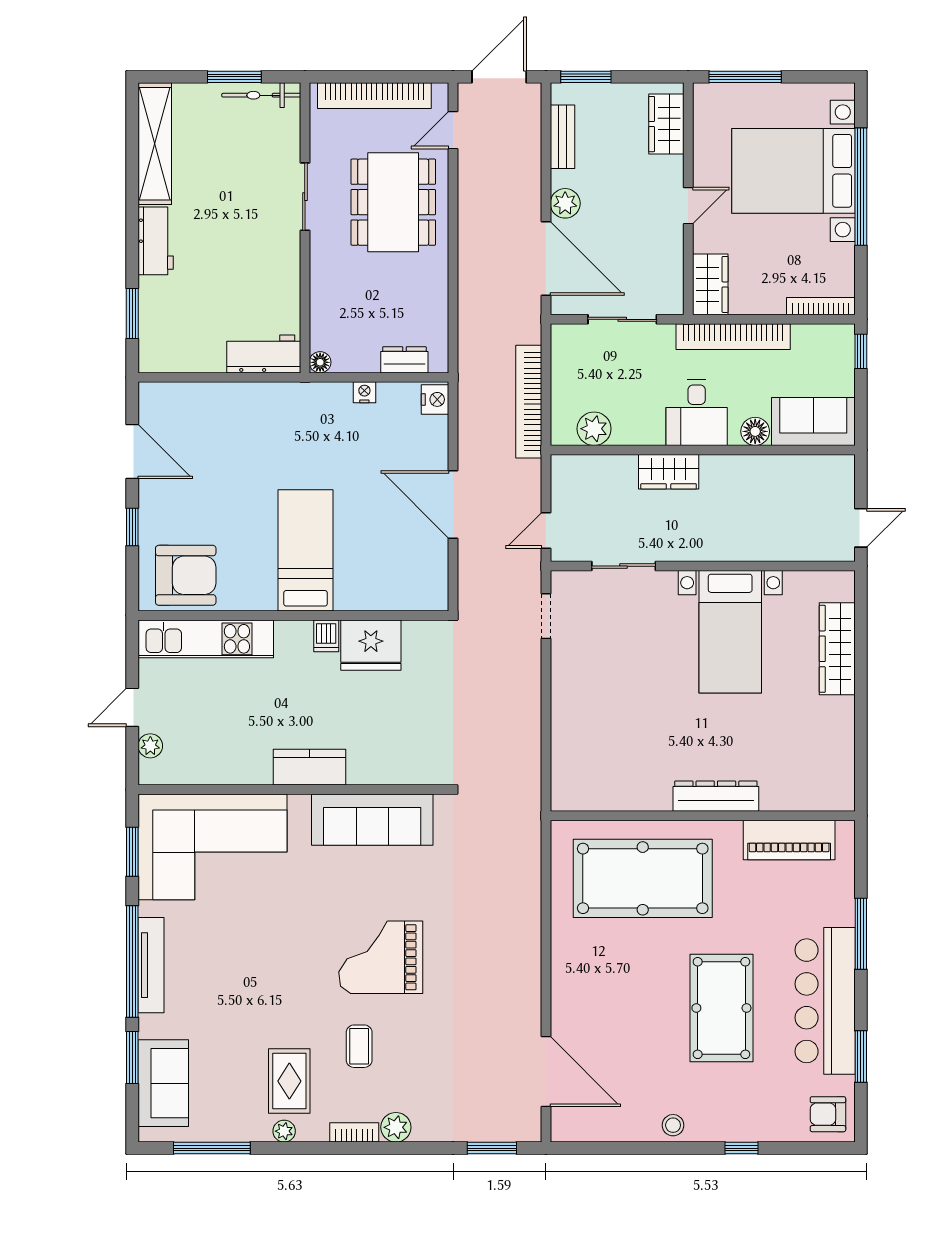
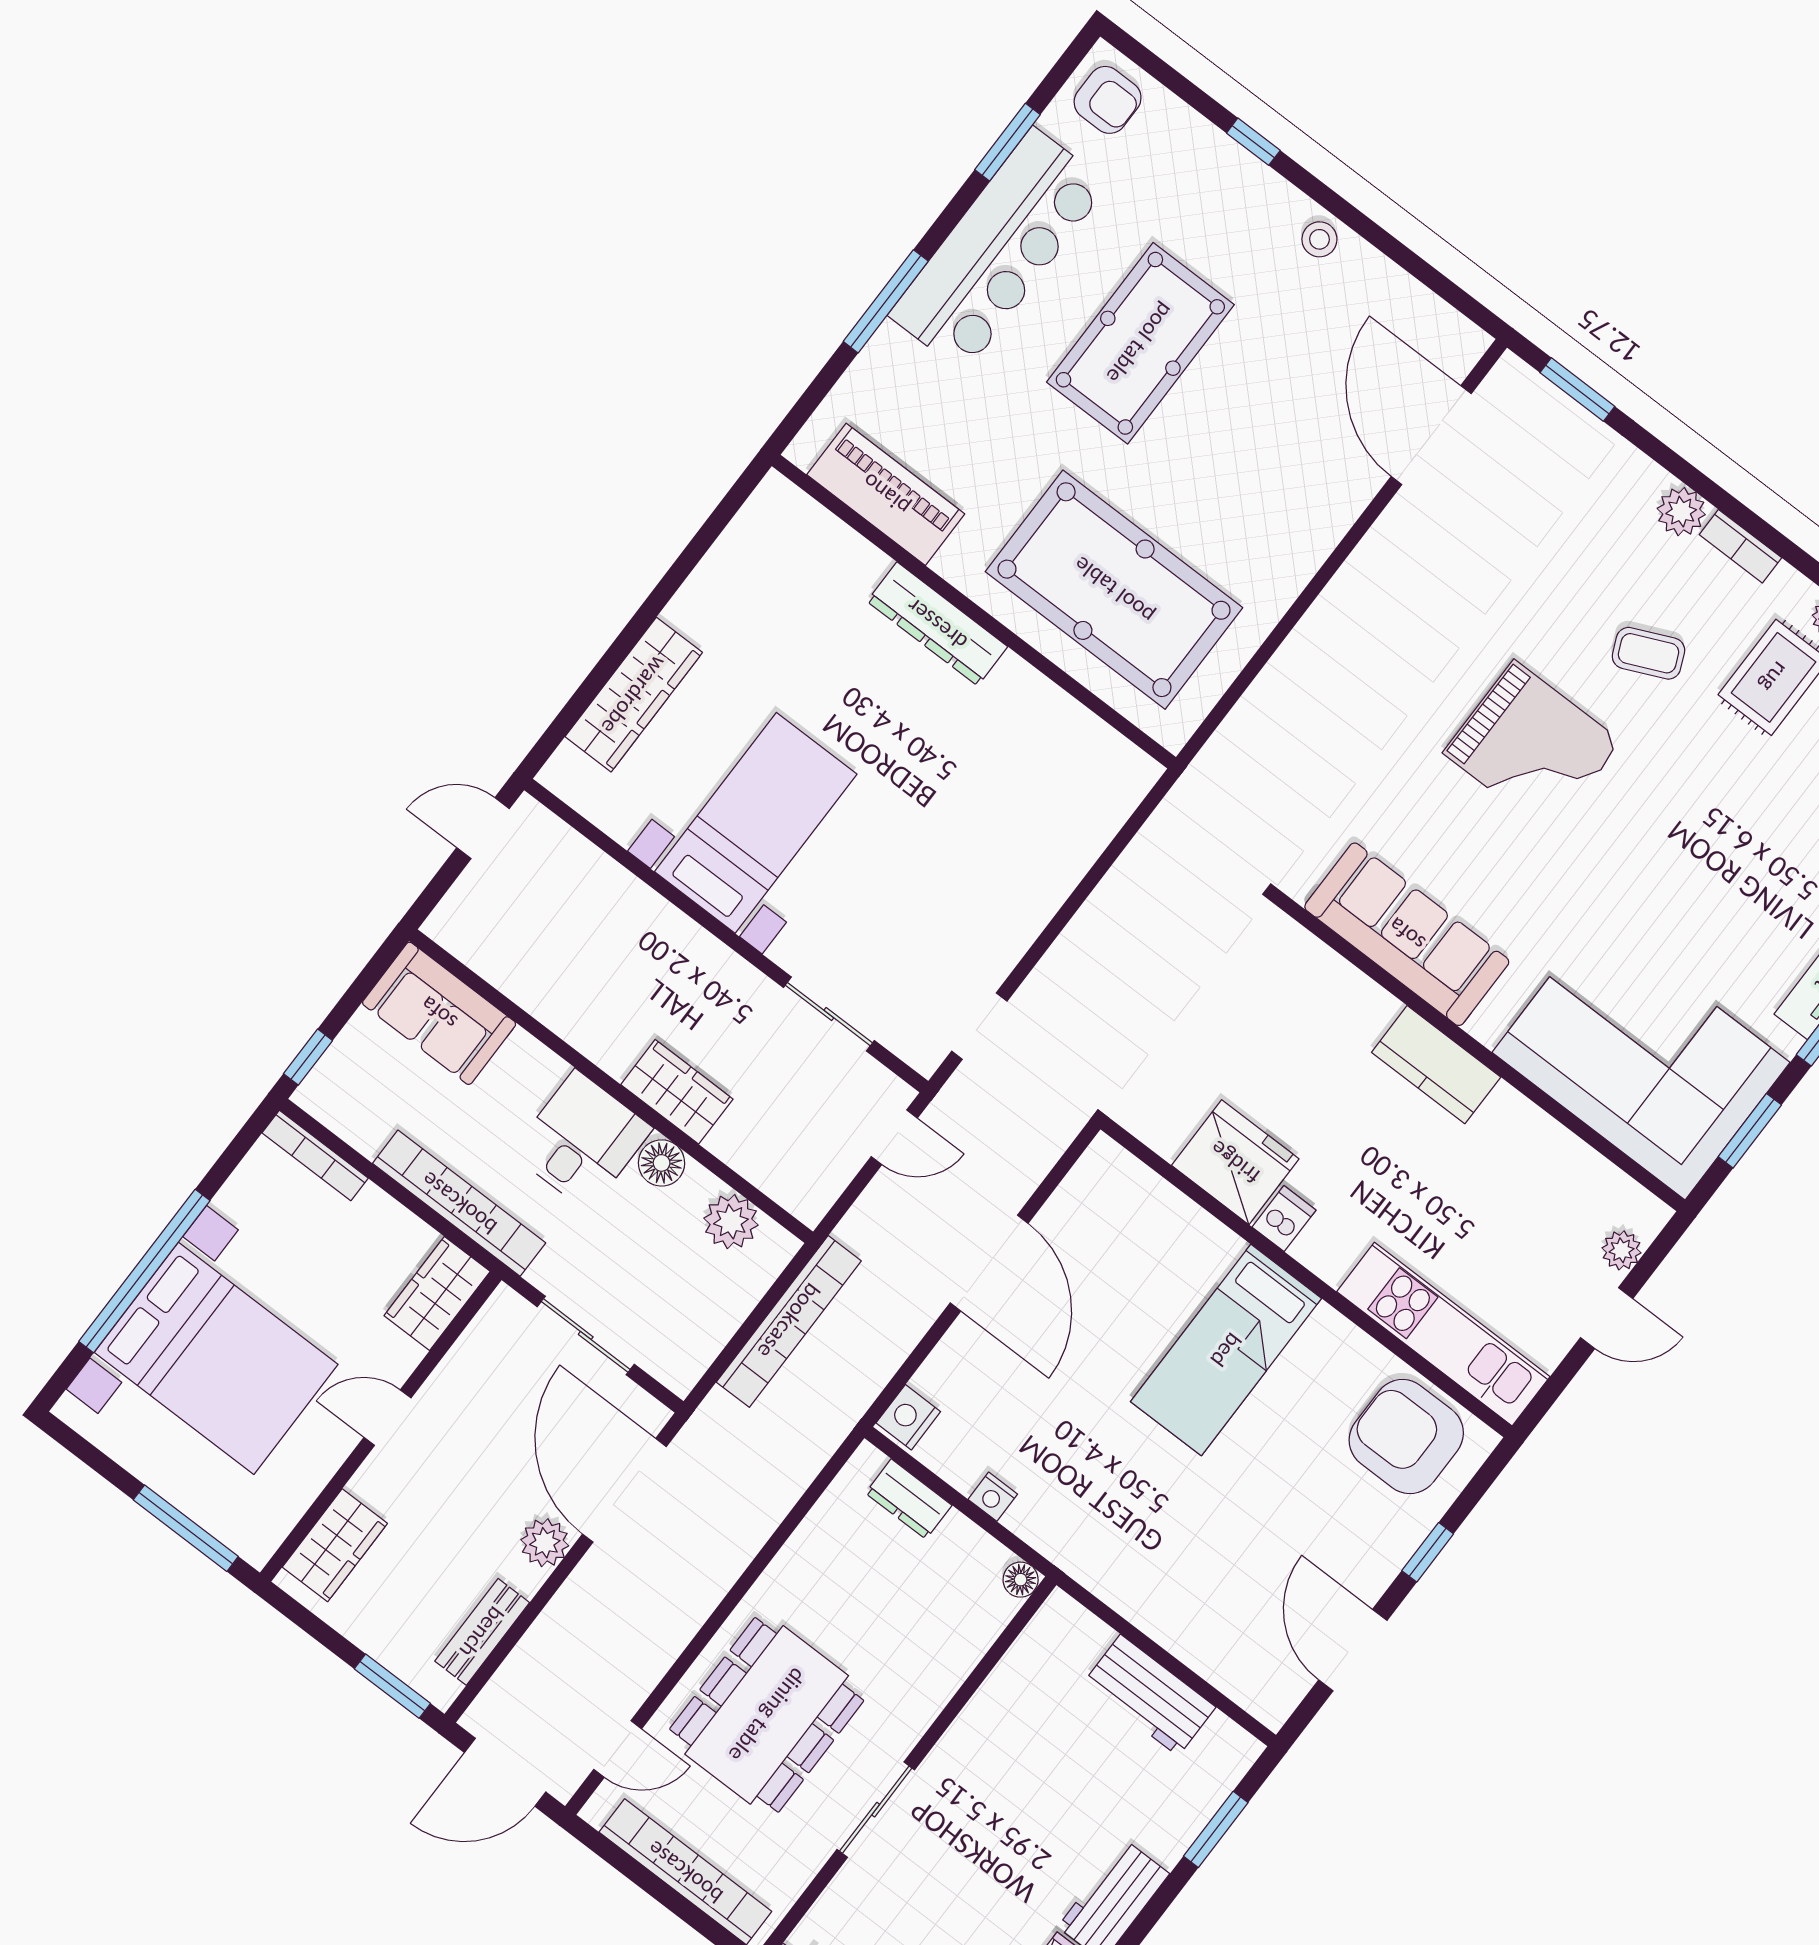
workbench: (264, 354) -> (1149, 1695), moved
floor lamp: (755, 431) -> (662, 1163), moved
coffee table: (359, 1046) -> (1648, 653), turned 66

